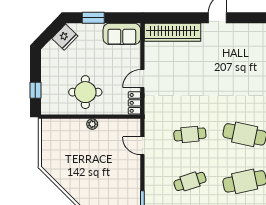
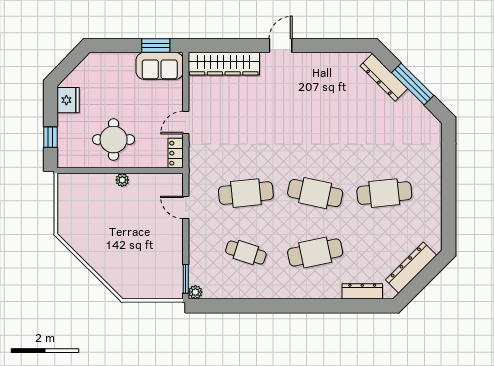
window: (93, 18) -> (156, 46), moved
fridge: (65, 37) -> (68, 100), moved, turned -44
cafe table: (190, 134) -> (246, 193), width x1.37, depth x1.35
cafe table: (190, 181) -> (246, 253), turned 36

